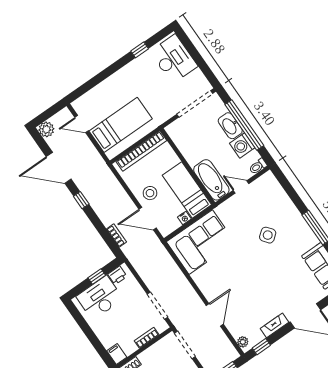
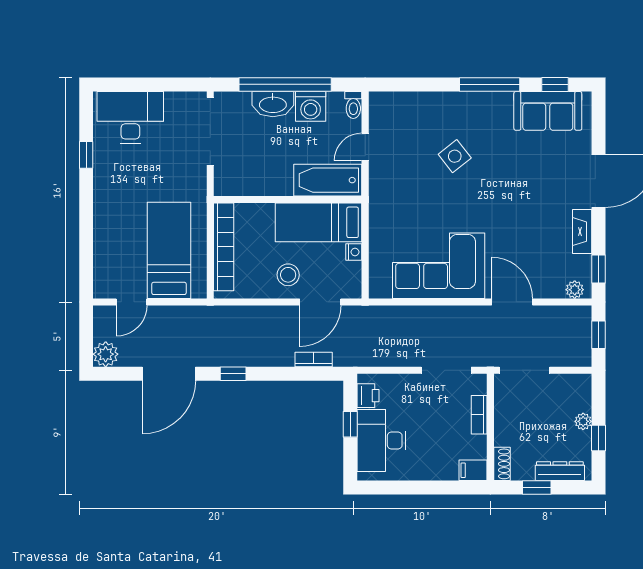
corner sofa: (201, 242) -> (439, 266), moved, turned -90

